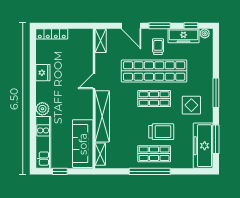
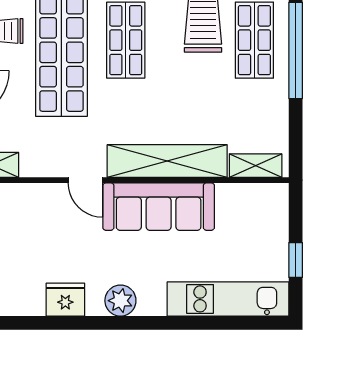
plant: (42, 109) -> (120, 301), moved
sofa: (83, 144) -> (159, 207), moved

